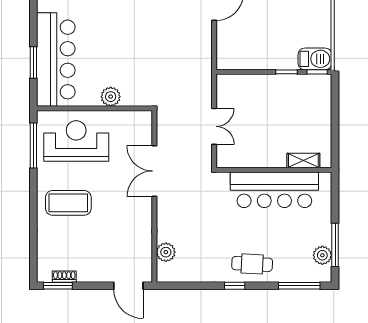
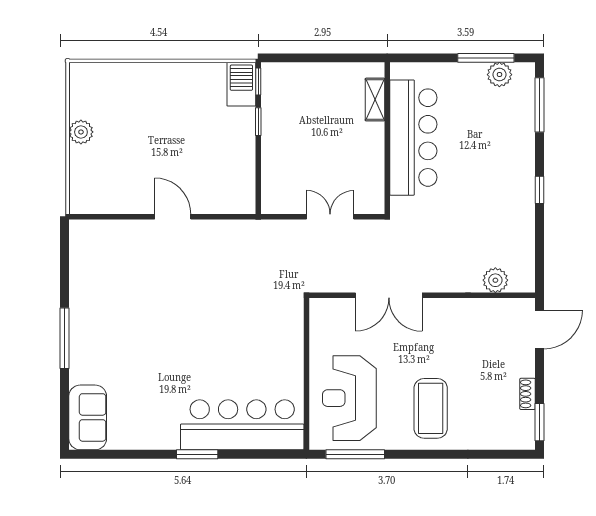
window: (33, 63) -> (197, 454), moved
plant: (111, 97) -> (291, 353), removed
cafe table: (252, 264) -> (511, 167), removed
shoe rack: (64, 277) -> (528, 394), moved

